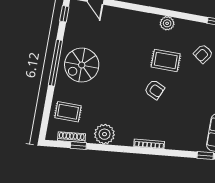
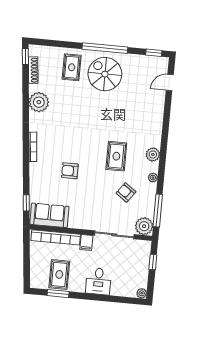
plant: (190, 25) -> (153, 178), added
armchair: (155, 90) -> (70, 171), moved, turned 66
rug: (68, 112) -> (72, 67), moved
window: (78, 146) -> (25, 56), moved

